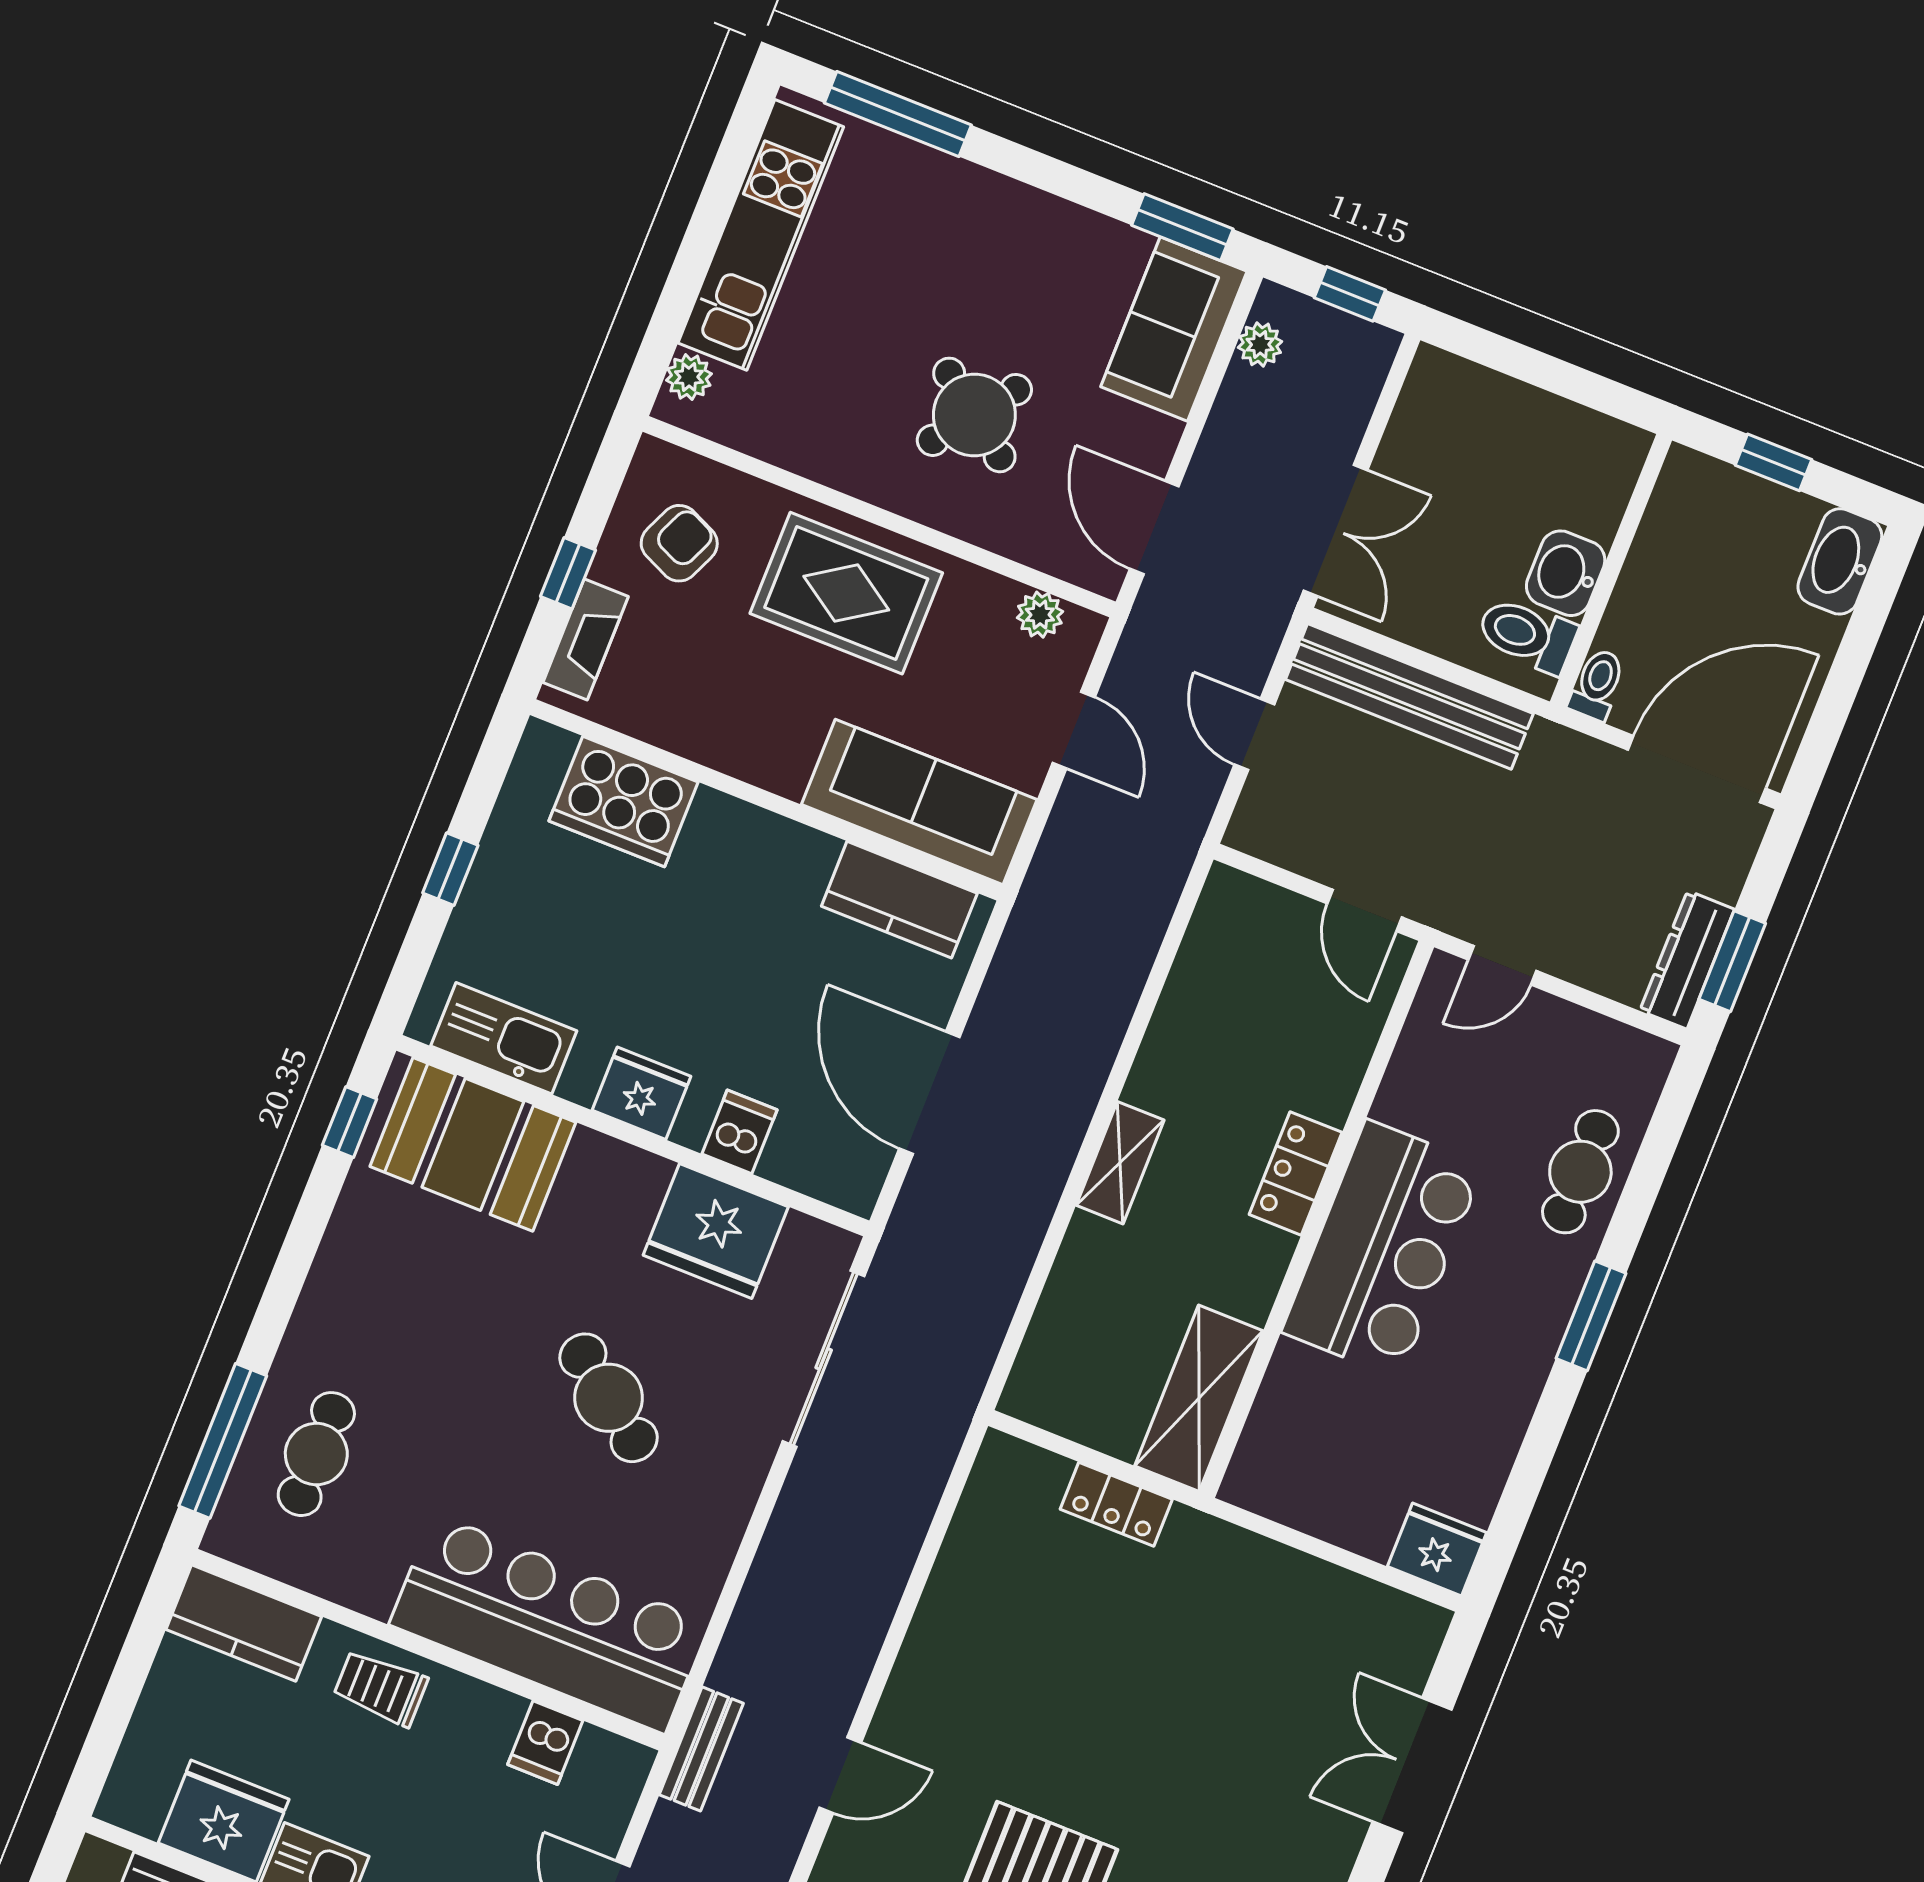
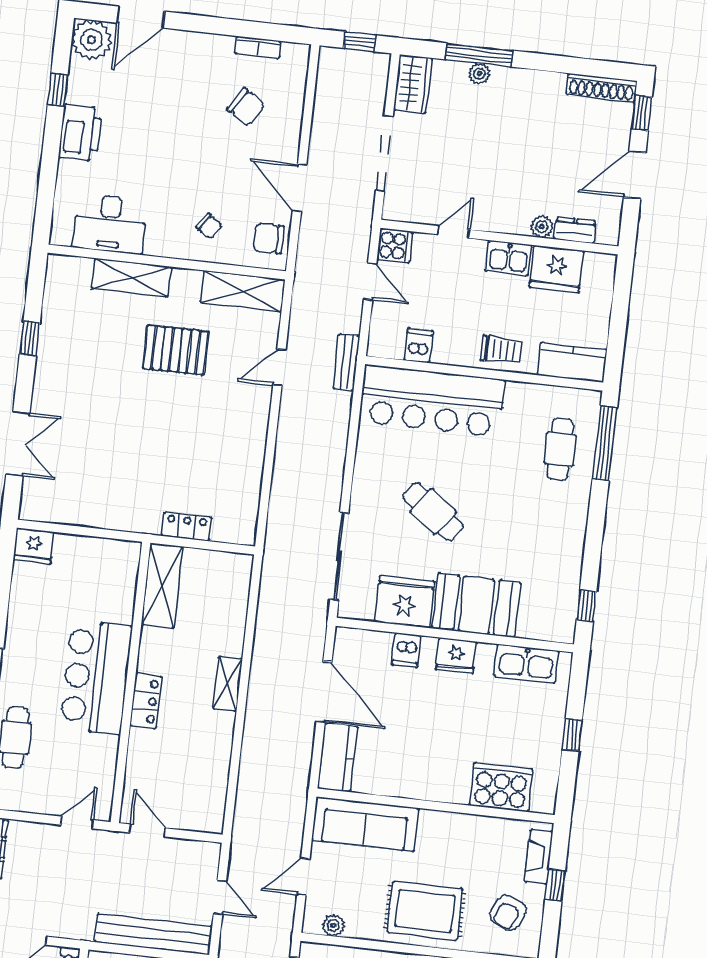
door: (1074, 730) -> (303, 877), hinge flipped
kitchen counter: (899, 900) -> (338, 757), moved, turned 90
booth: (473, 1144) -> (476, 605), moved

